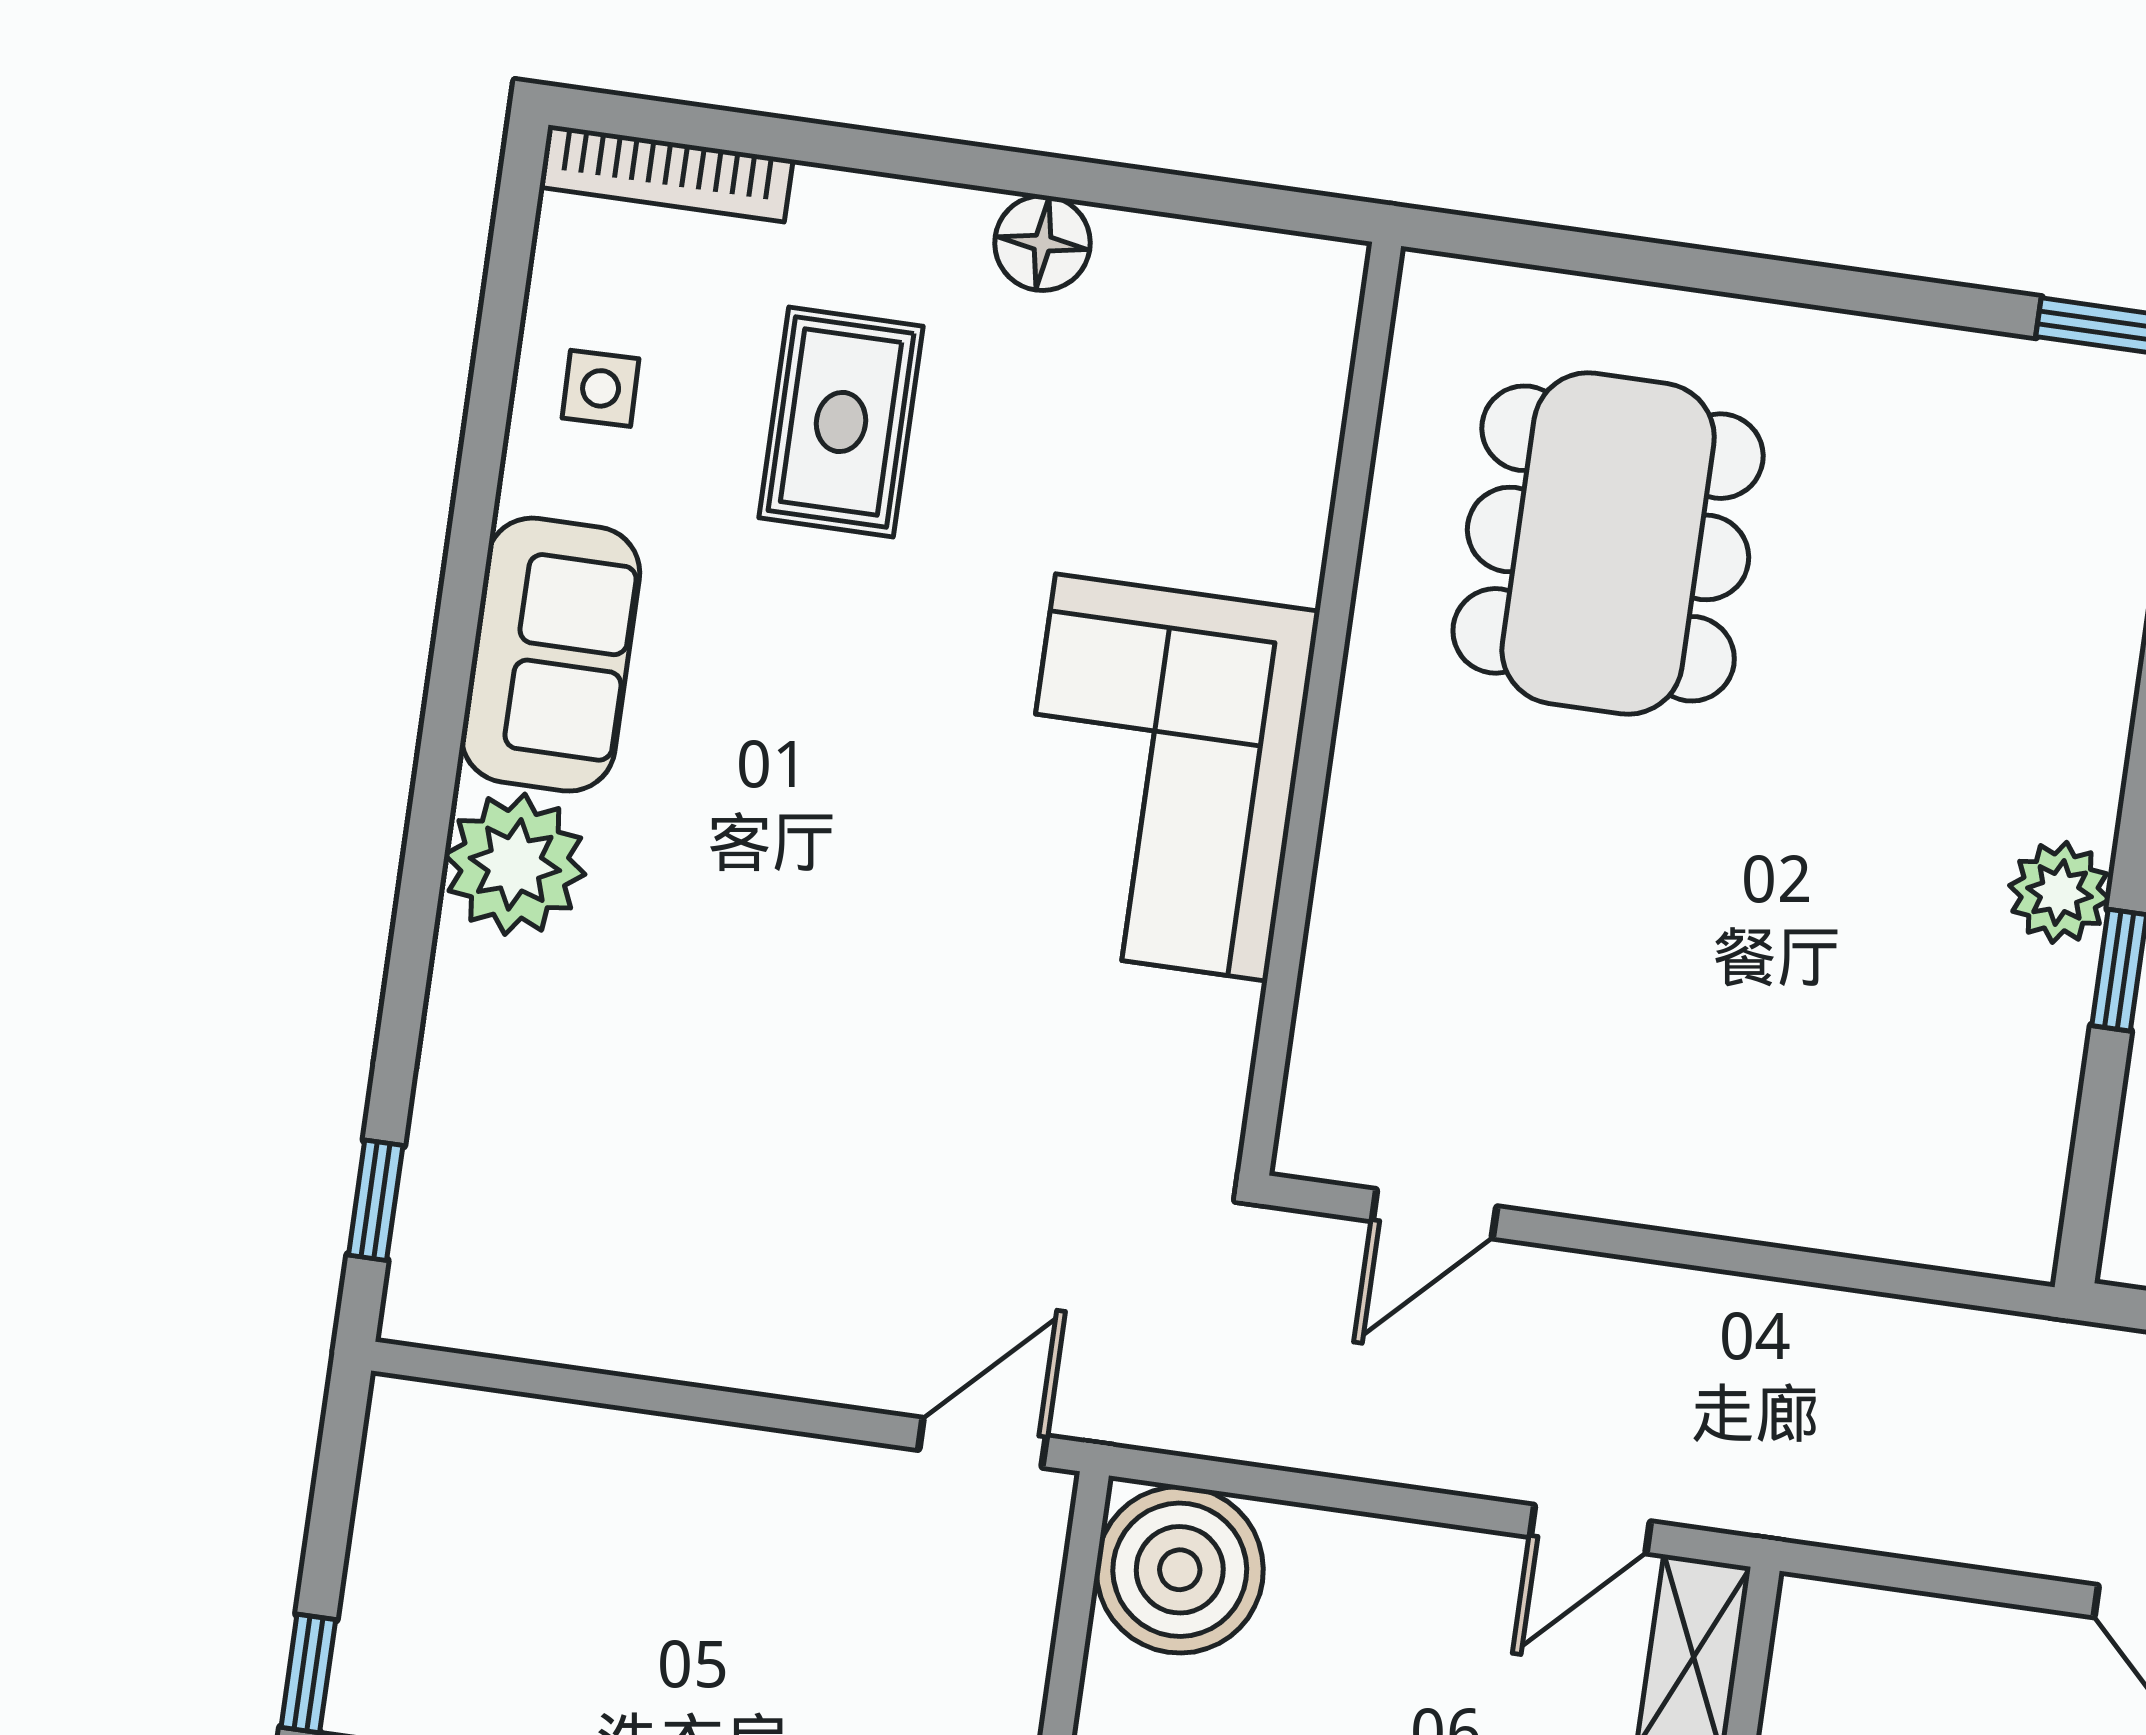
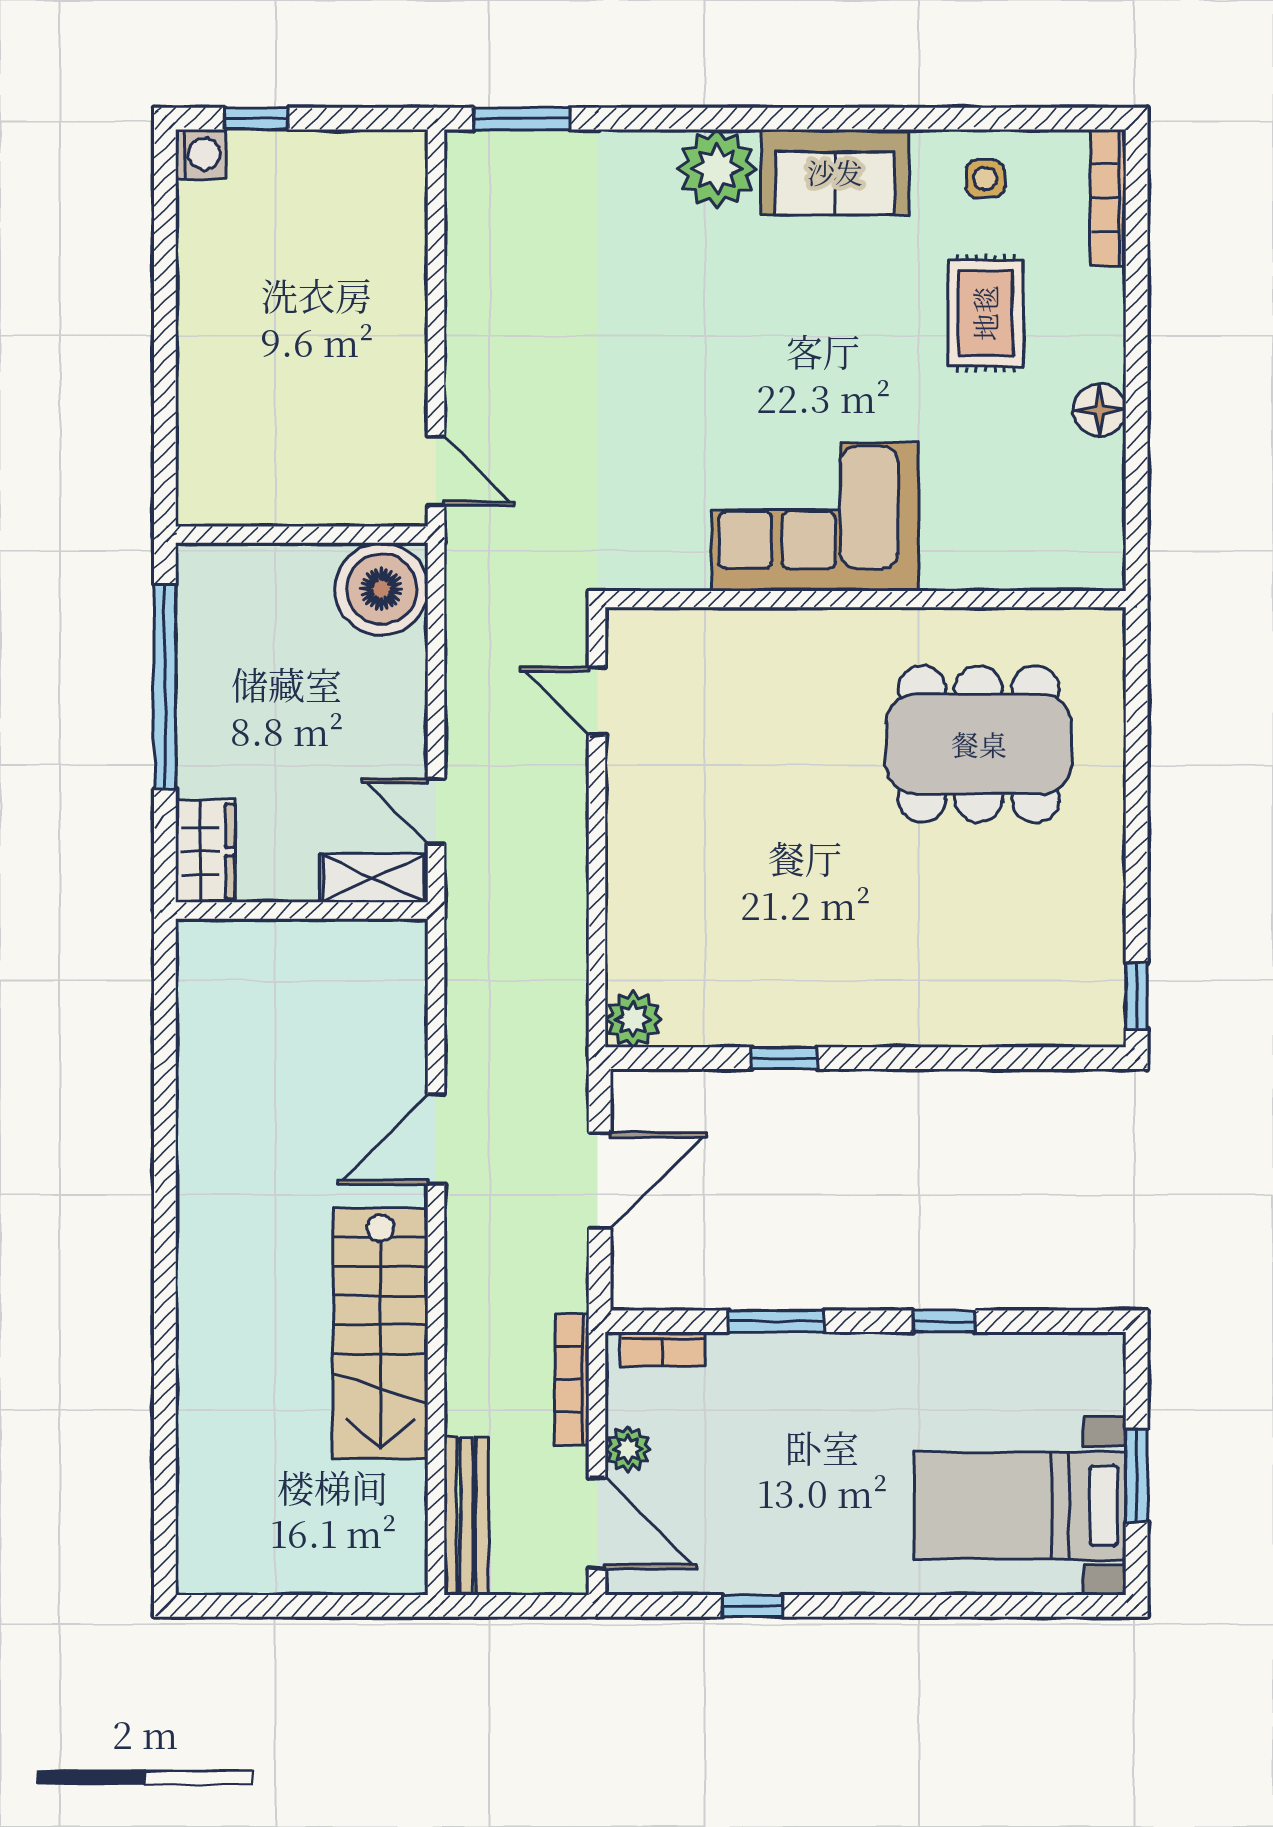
rug: (841, 422) -> (985, 313), turned 90
plant: (2060, 892) -> (633, 1019), moved
window: (376, 1200) -> (522, 119), width x1.50

